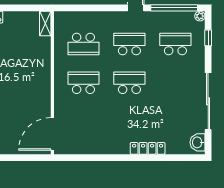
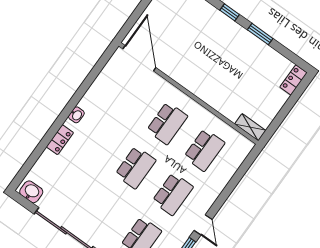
school desk: (83, 44) -> (204, 150), turned 180
locker: (148, 148) -> (60, 140), width x0.66
washbasin: (122, 149) -> (76, 115), added

